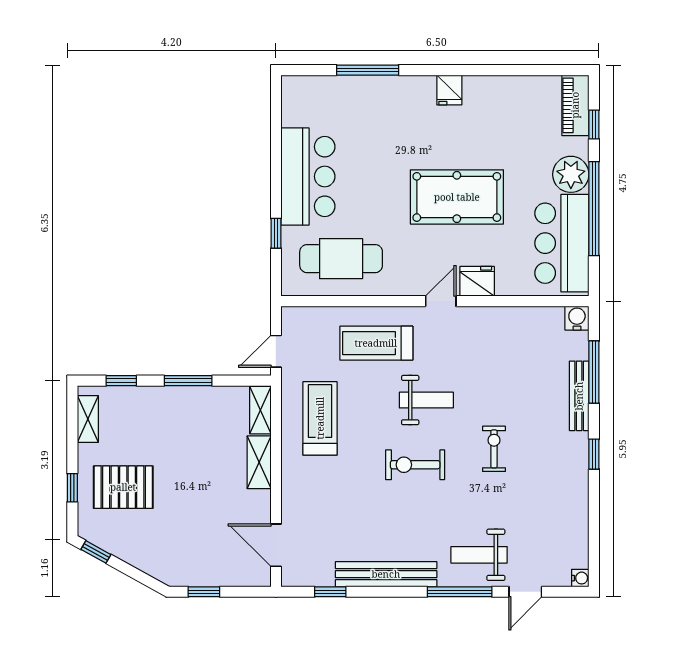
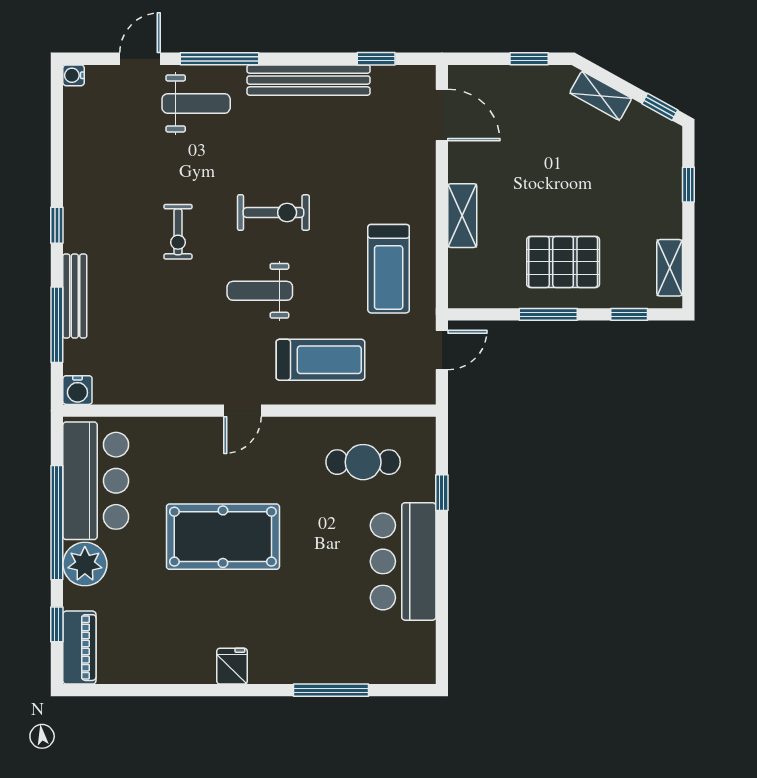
cafe table: (341, 259) -> (363, 462), width x0.73, depth x0.74
fridge: (477, 281) -> (198, 435), removed
shelving: (260, 410) -> (601, 96), moved, turned -61
pallet: (123, 487) -> (563, 262), moved

